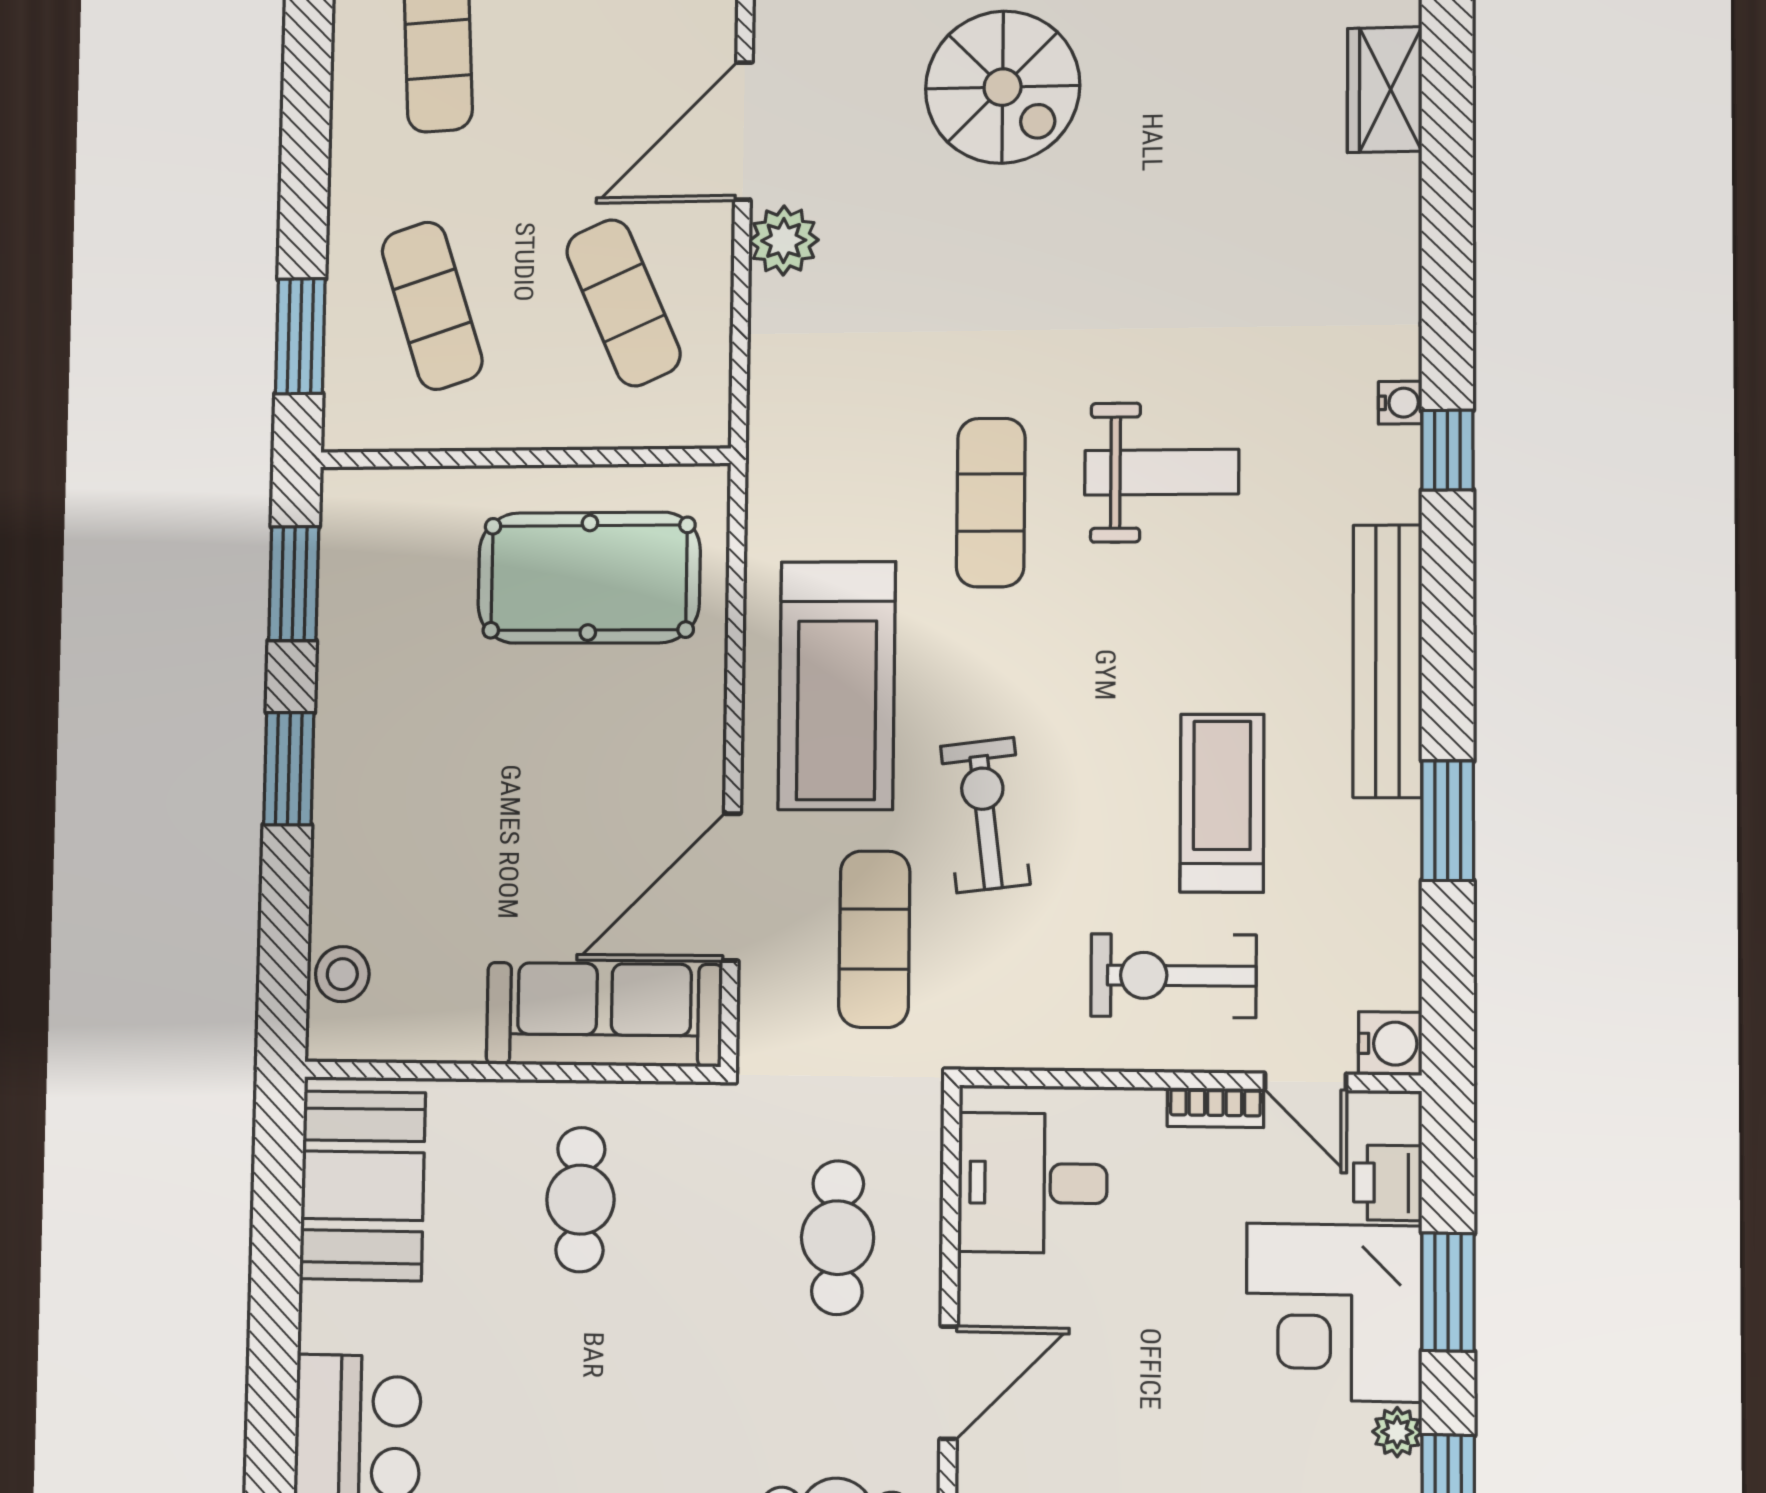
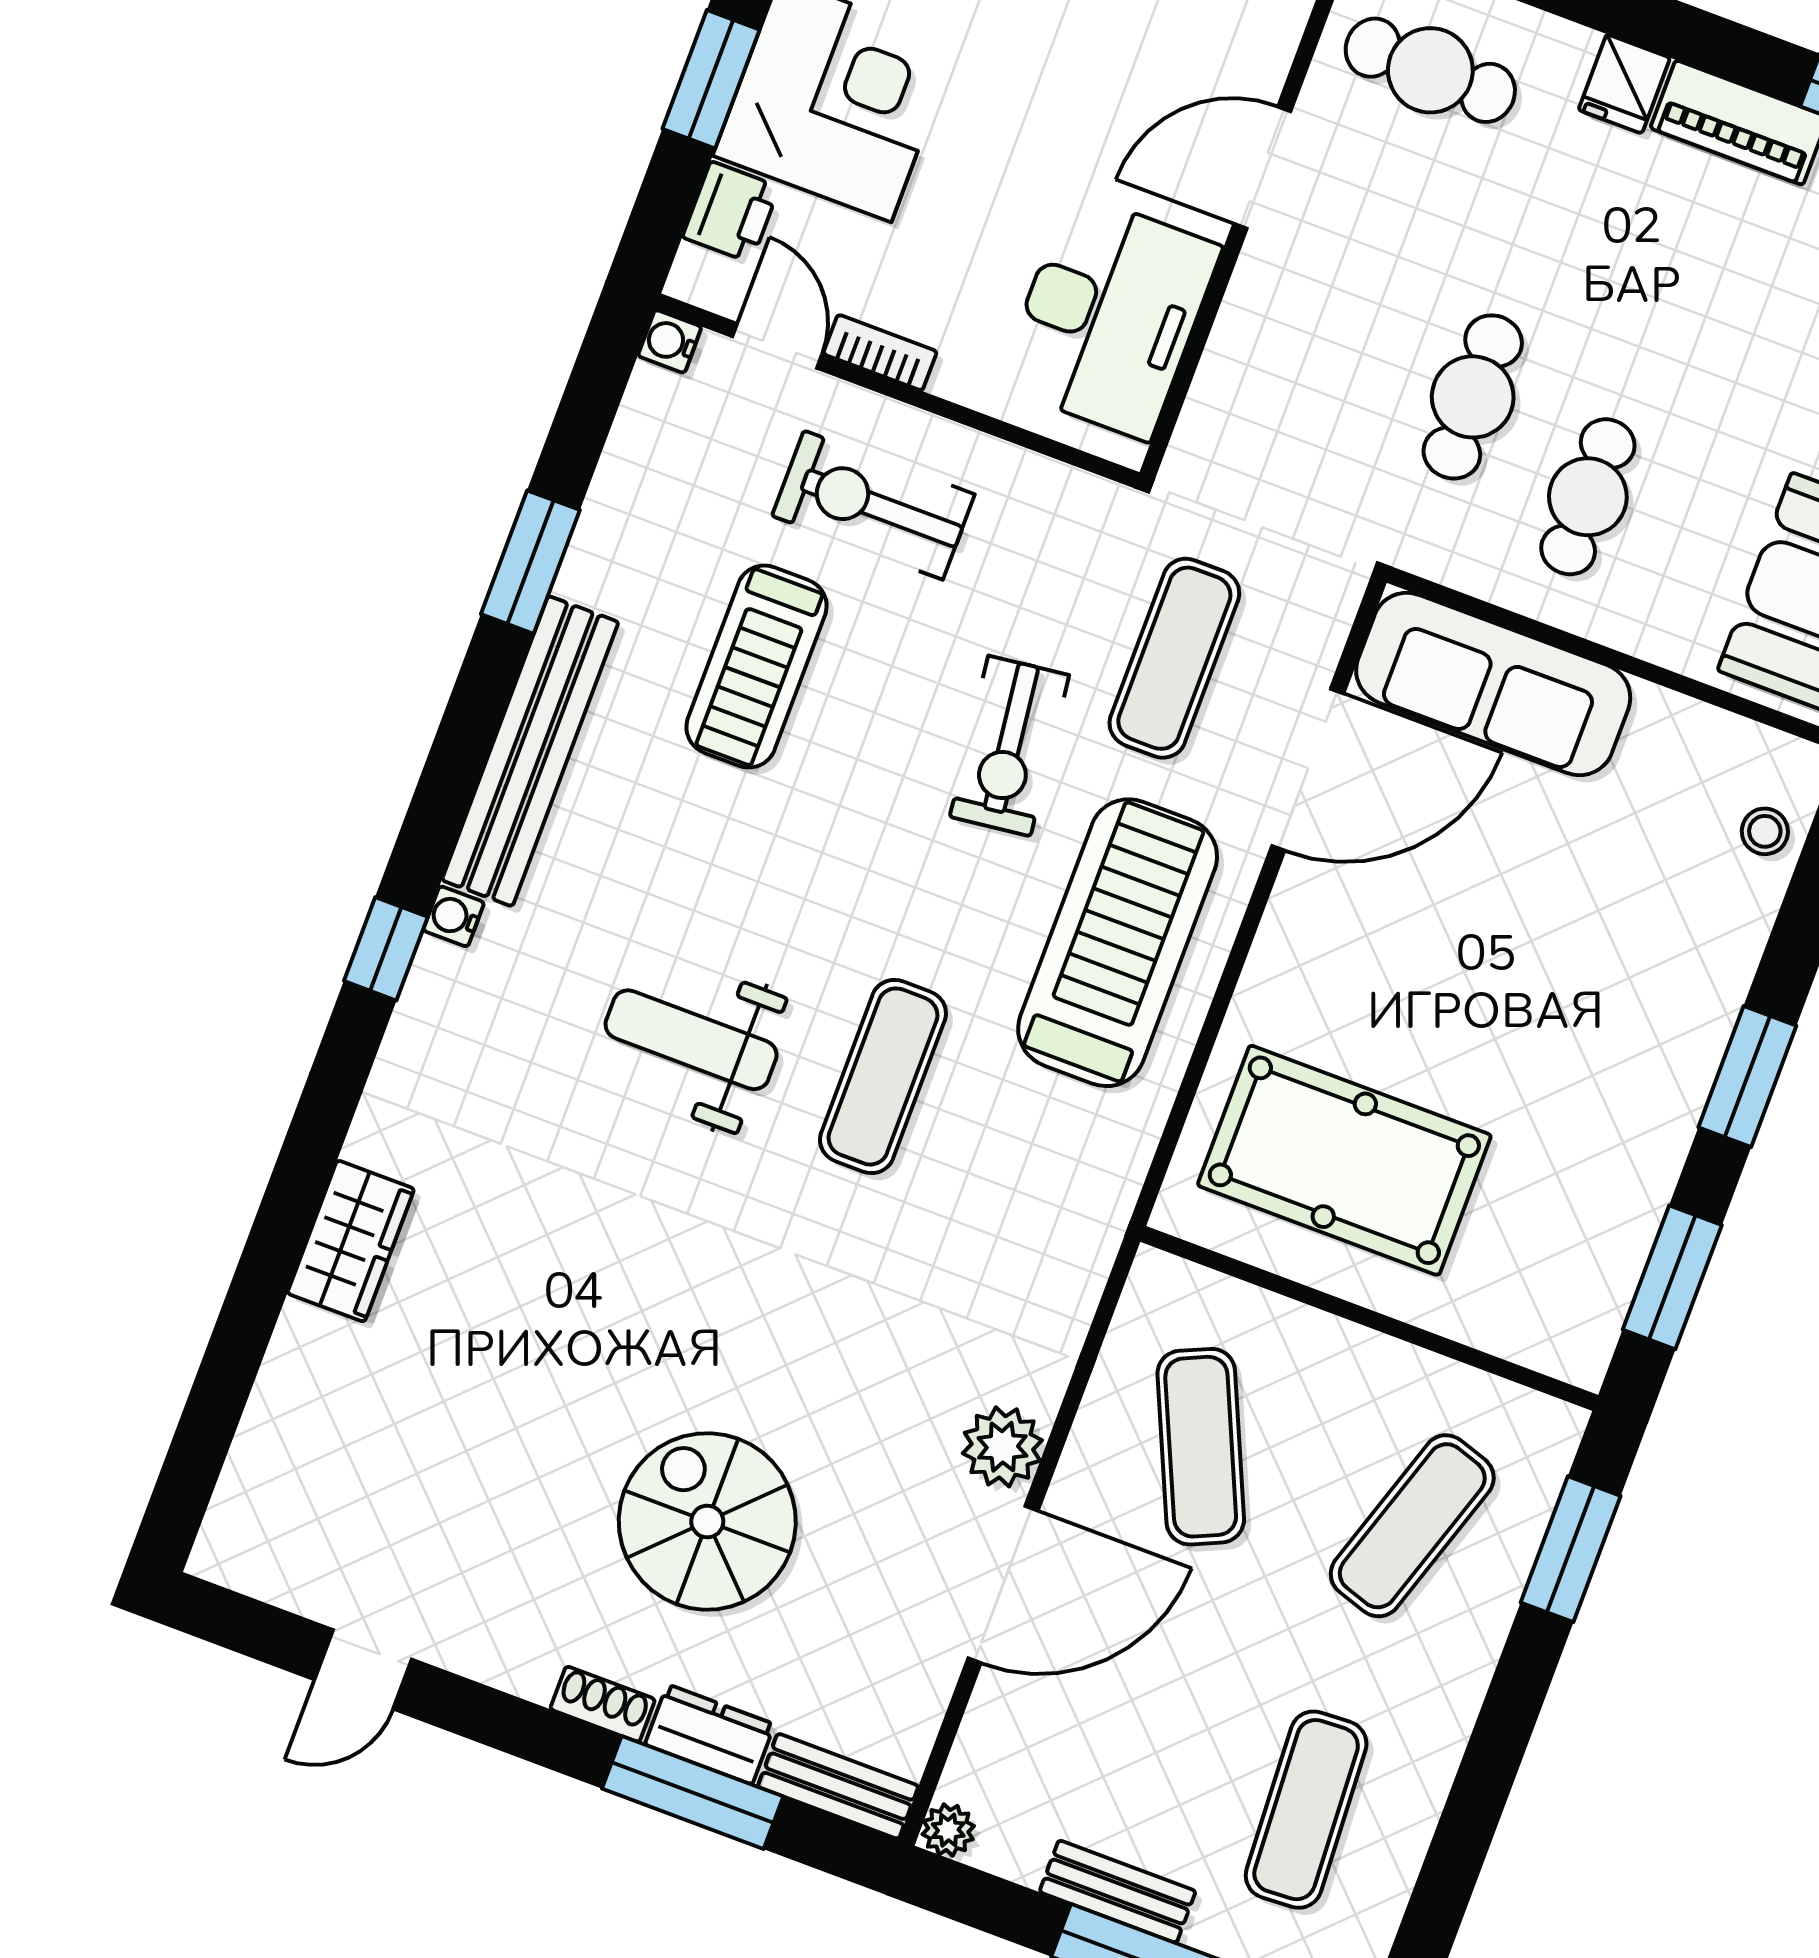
wardrobe: (1385, 90) -> (351, 1241), moved
exercise mat: (432, 306) -> (1412, 1526), turned 36
water cooler: (1400, 403) -> (454, 916), moved
stool: (342, 974) -> (1765, 831), width x0.73, depth x0.73
exercise bike: (1173, 976) -> (873, 505), turned 180
water cooler: (1390, 1044) -> (670, 341), width x0.72, depth x0.72
desk: (1032, 1183) -> (1109, 316), width x1.37
cafe table: (838, 1238) -> (1473, 397), moved

